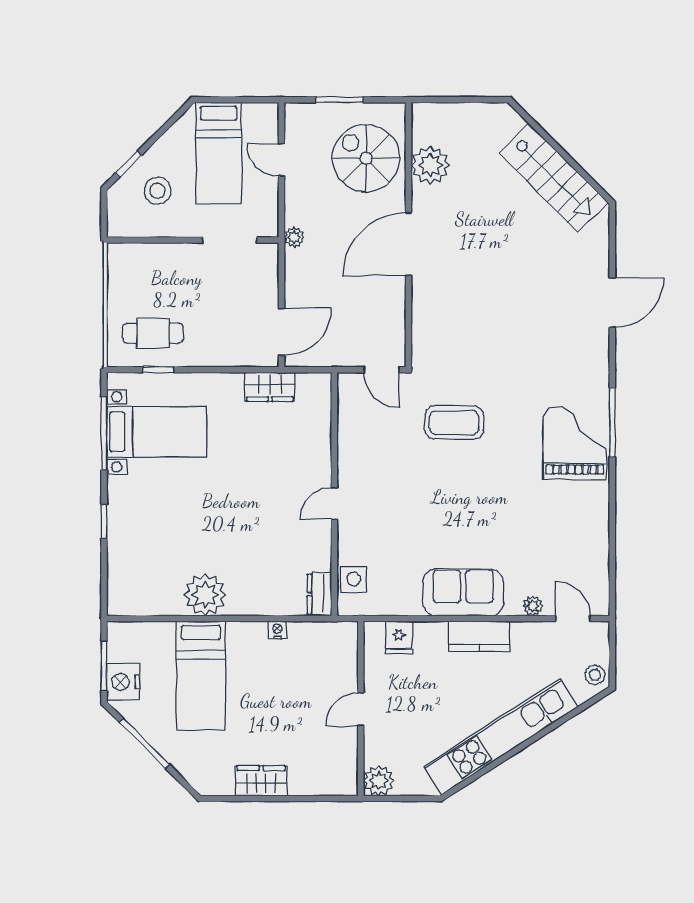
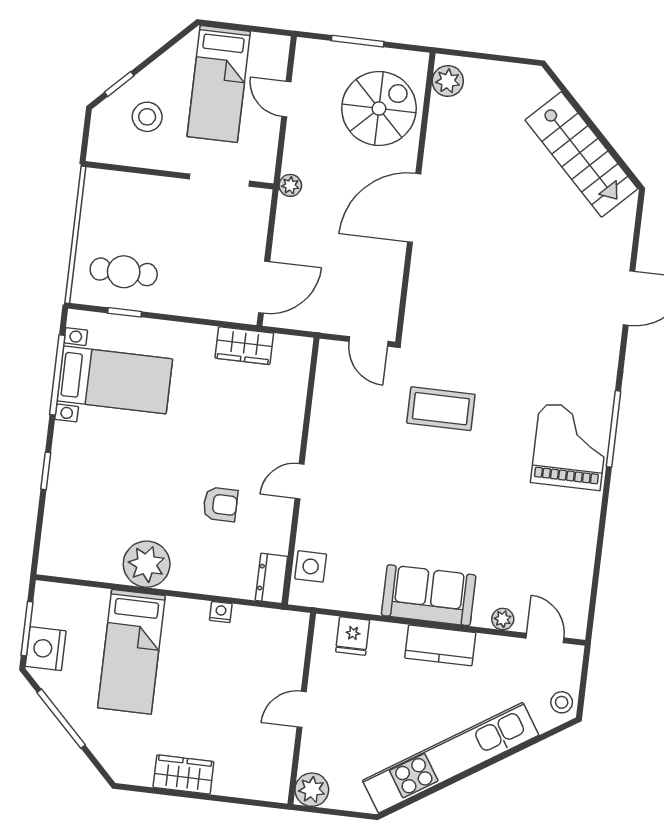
spiral stairs: (366, 158) -> (379, 109), turned 90
plant: (430, 165) -> (448, 81), moved, width x0.73, depth x0.73
armchair: (265, 533) -> (220, 504), added

